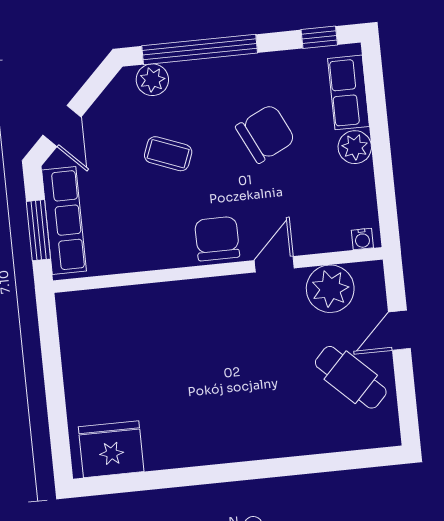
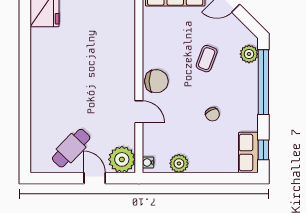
row of seats: (349, 92) -> (248, 153), moved, turned -90
chair: (265, 134) -> (212, 114), width x0.54, depth x0.54
plant: (355, 147) -> (179, 163), moved
plant: (330, 289) -> (122, 159), moved

